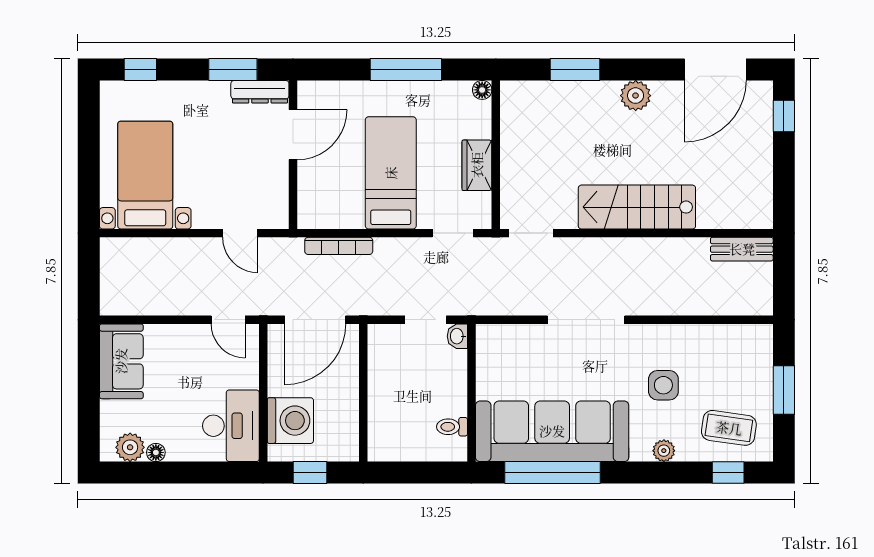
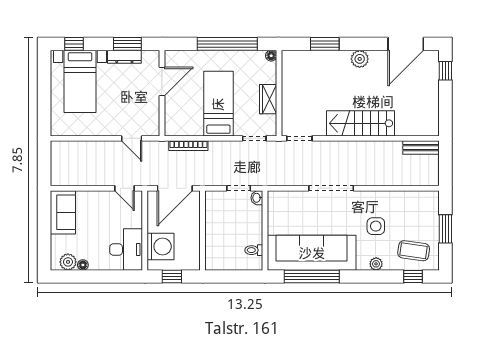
window: (406, 70) -> (227, 44), width x1.46
dresser: (260, 92) -> (124, 57), moved
bed with nightstands: (145, 175) -> (80, 81), moved, turned 180

